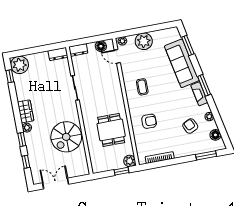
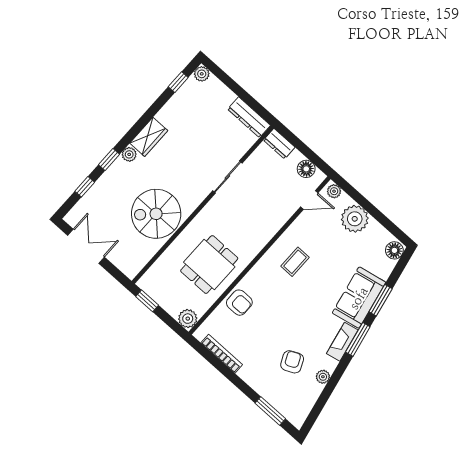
window: (188, 46) -> (381, 300), moved
dresser: (58, 54) -> (249, 117), width x1.44
door: (117, 56) -> (309, 200), swing flipped
sofa: (182, 63) -> (359, 298), width x0.73
plant: (20, 65) -> (202, 74), width x0.53, depth x0.53
armchair: (149, 121) -> (239, 303), moved
floor lamp: (215, 135) -> (394, 250), moved
window: (121, 171) -> (147, 301), moved

